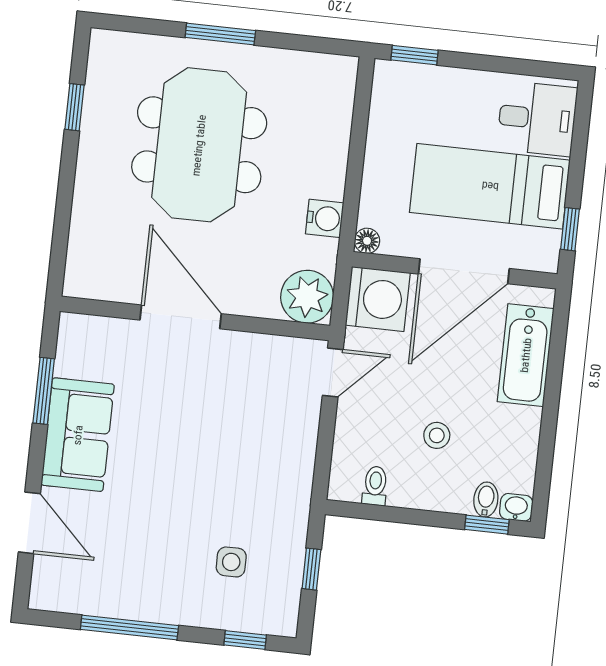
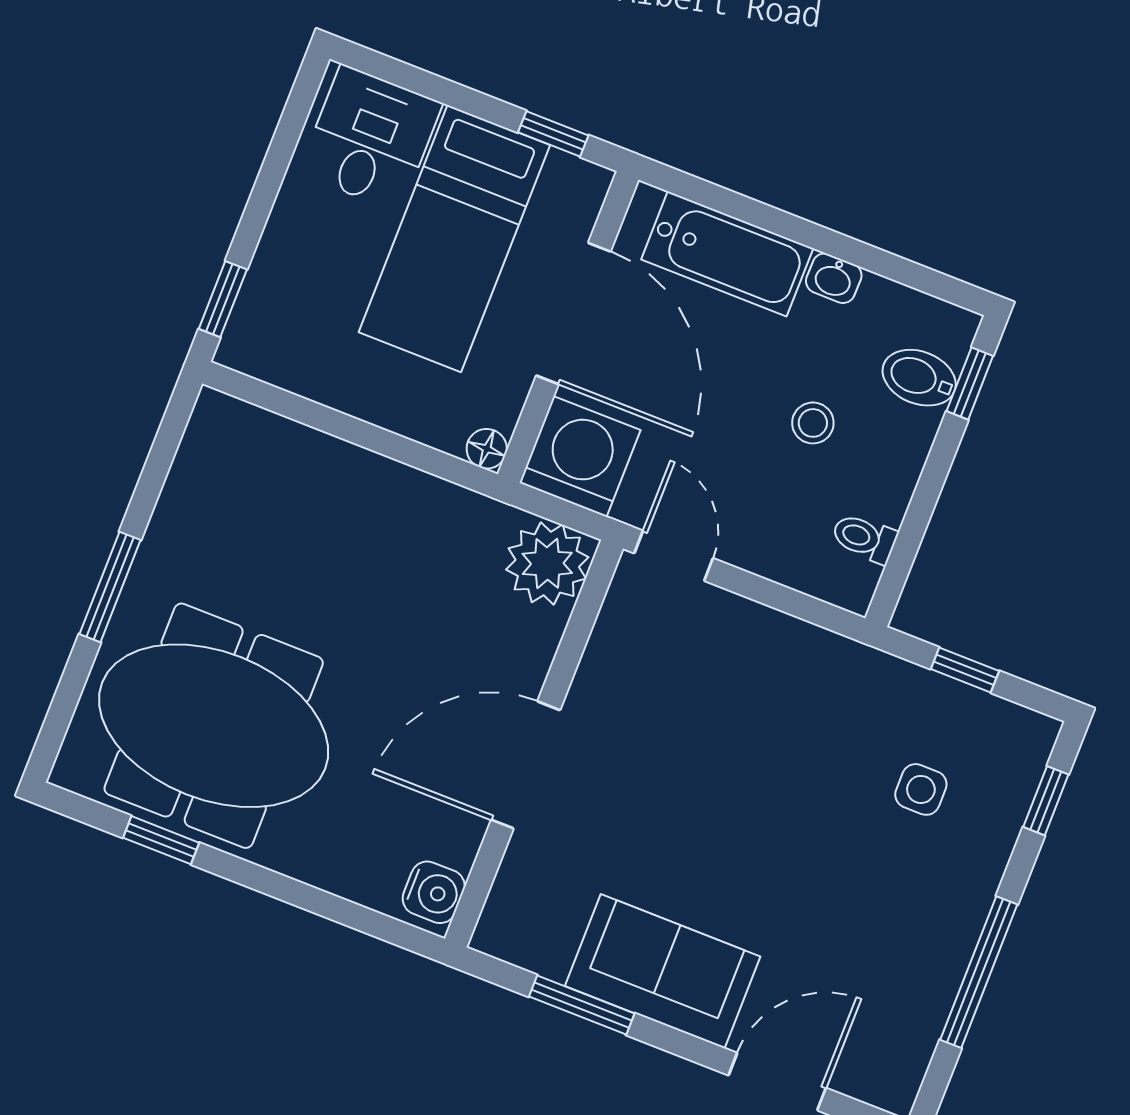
meeting table: (199, 145) -> (214, 726), moved
water cooler: (325, 218) -> (434, 892), moved, turned 90
bidet: (486, 499) -> (919, 378), width x1.38, depth x1.36
washbasin: (516, 507) -> (834, 278), moved, turned -90

